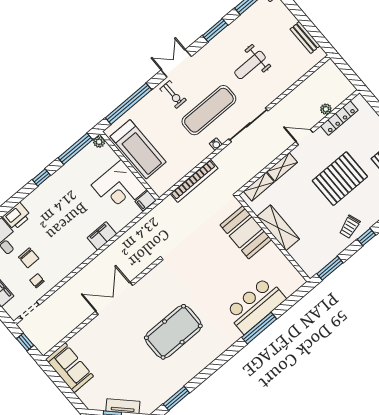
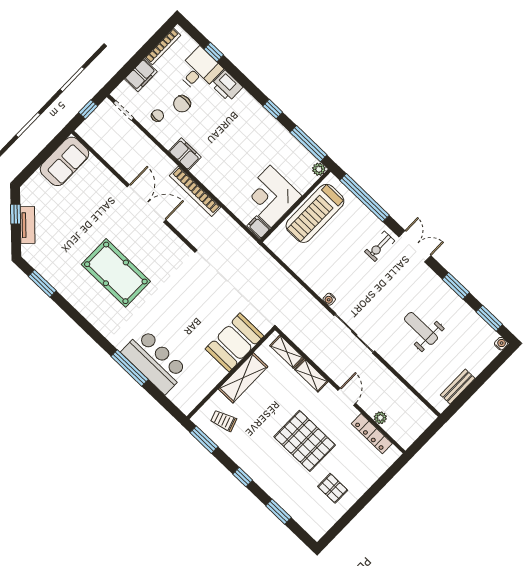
exercise mat: (209, 110) -> (366, 288), removed
bookcase: (194, 181) -> (195, 191), moved
trolley: (350, 227) -> (223, 421), moved
filing cabinet: (102, 236) -> (185, 154), moved

